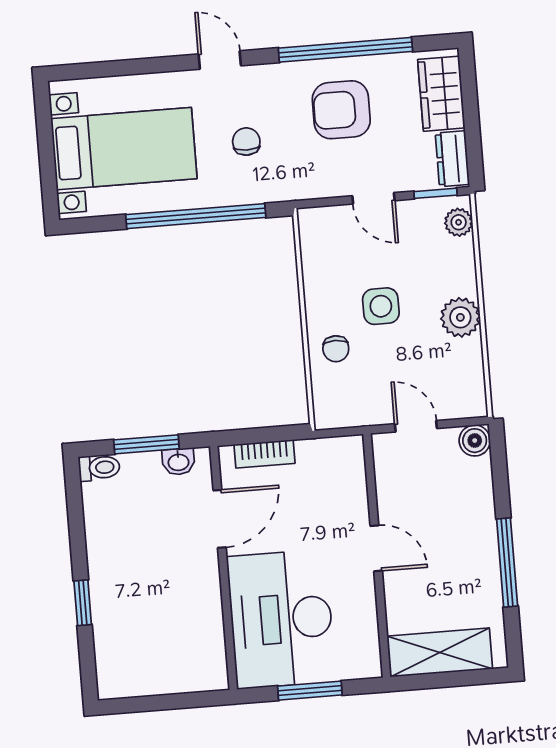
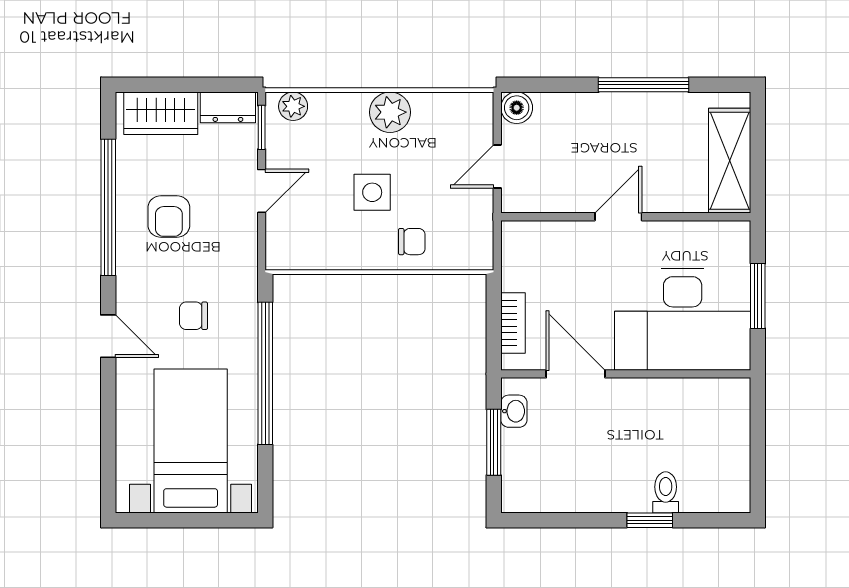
door: (220, 60) -> (108, 336), swing flipped
armchair: (341, 110) -> (169, 216), width x0.72, depth x0.72
toilet: (99, 468) -> (666, 492), moved

